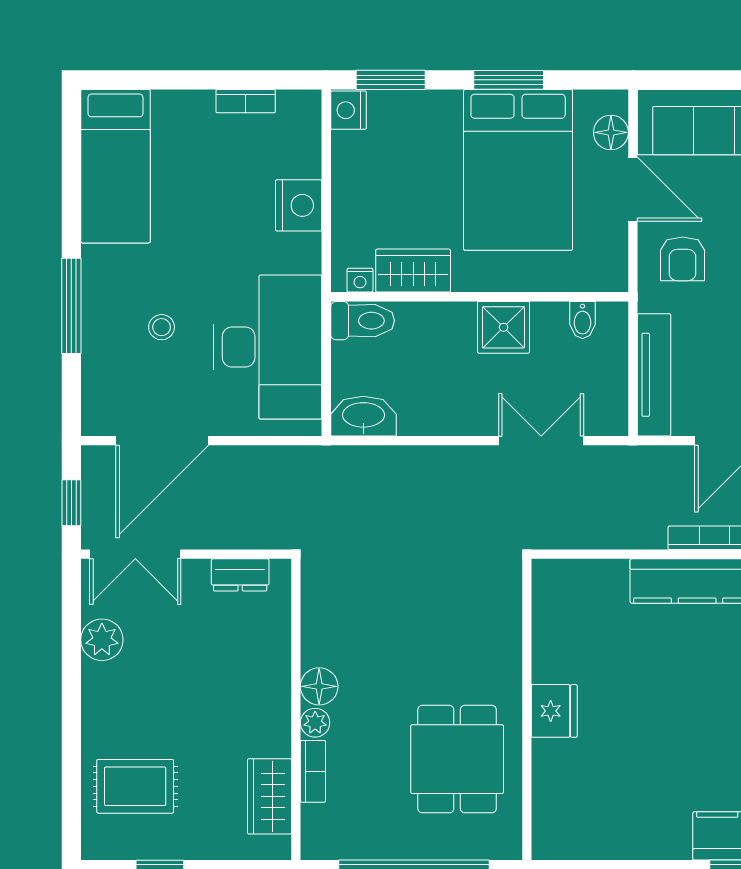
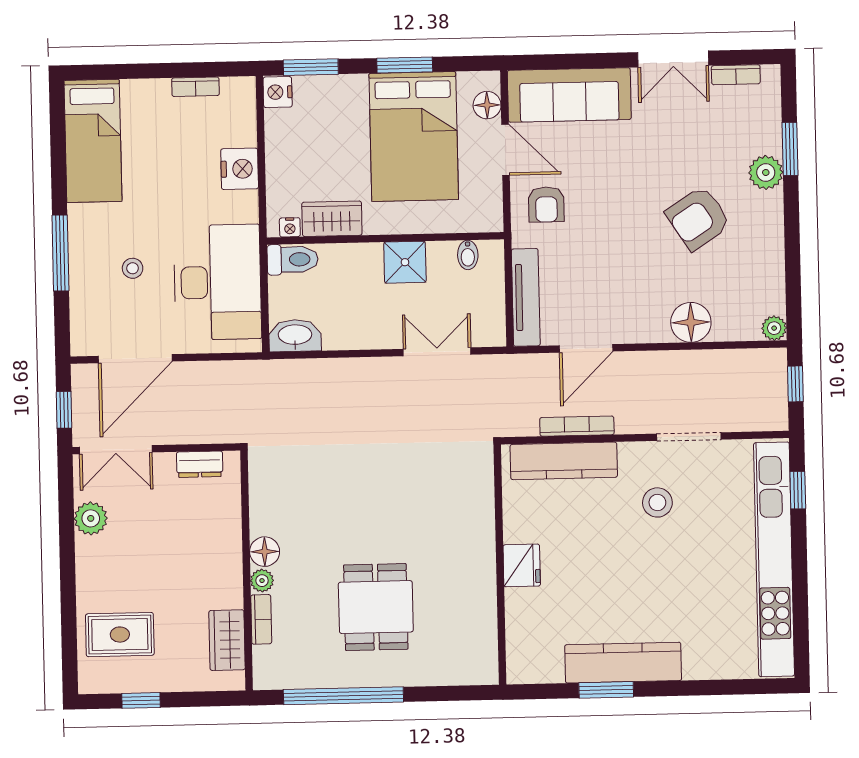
wall: (527, 709) -> (500, 565), moved
fridge: (554, 711) -> (522, 565), moved

